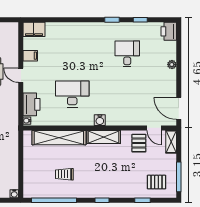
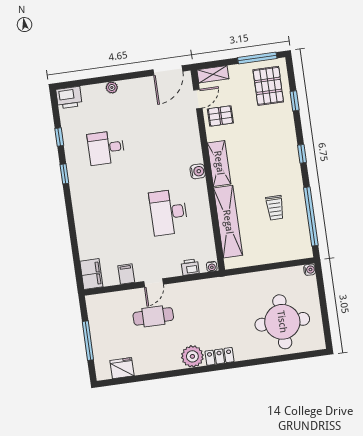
printer: (31, 104) -> (190, 267), width x0.53, depth x0.68
pallet: (157, 182) -> (268, 86), width x1.50, depth x1.42

